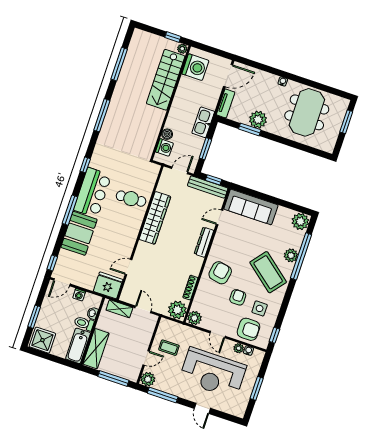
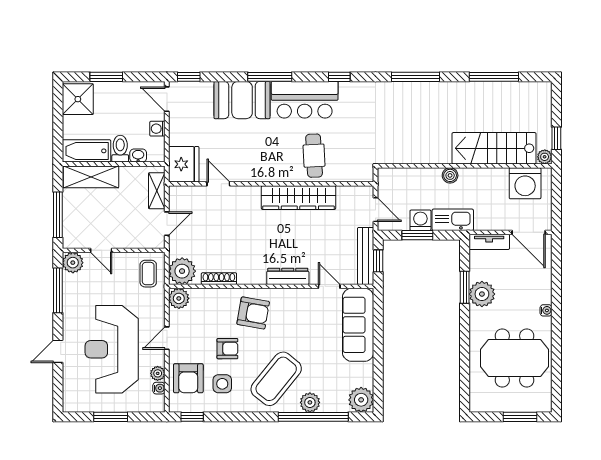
boiler: (167, 134) -> (450, 175), moved
washing machine: (164, 147) -> (420, 220), moved, turned 180
coffee table: (169, 348) -> (148, 274), moved

